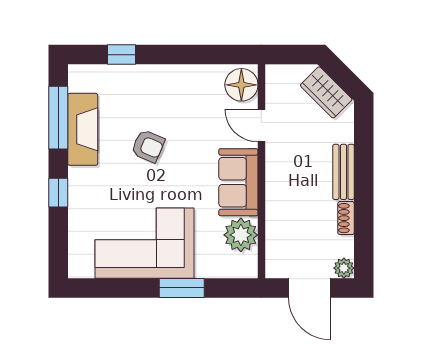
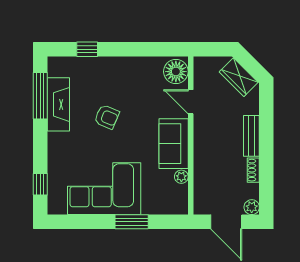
window: (58, 193) -> (40, 184), moved
plant: (241, 235) -> (181, 177), width x0.53, depth x0.53

